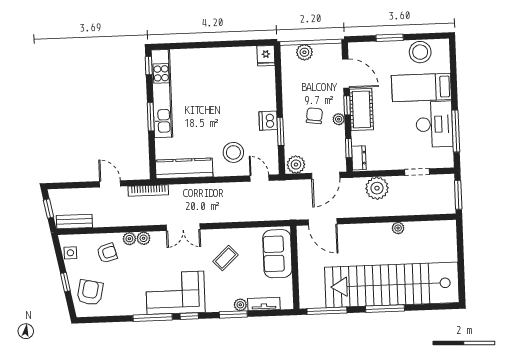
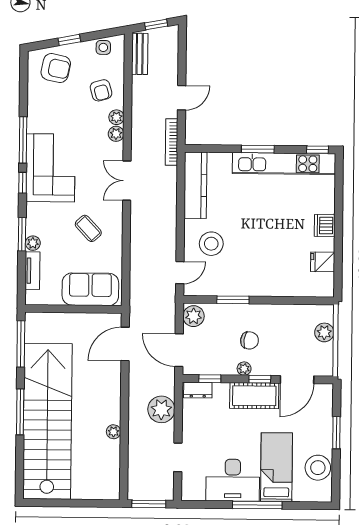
fridge: (266, 56) -> (323, 262), moved
dishwasher: (268, 121) -> (325, 225), moved, turned -90
window: (456, 131) -> (257, 505), moved

